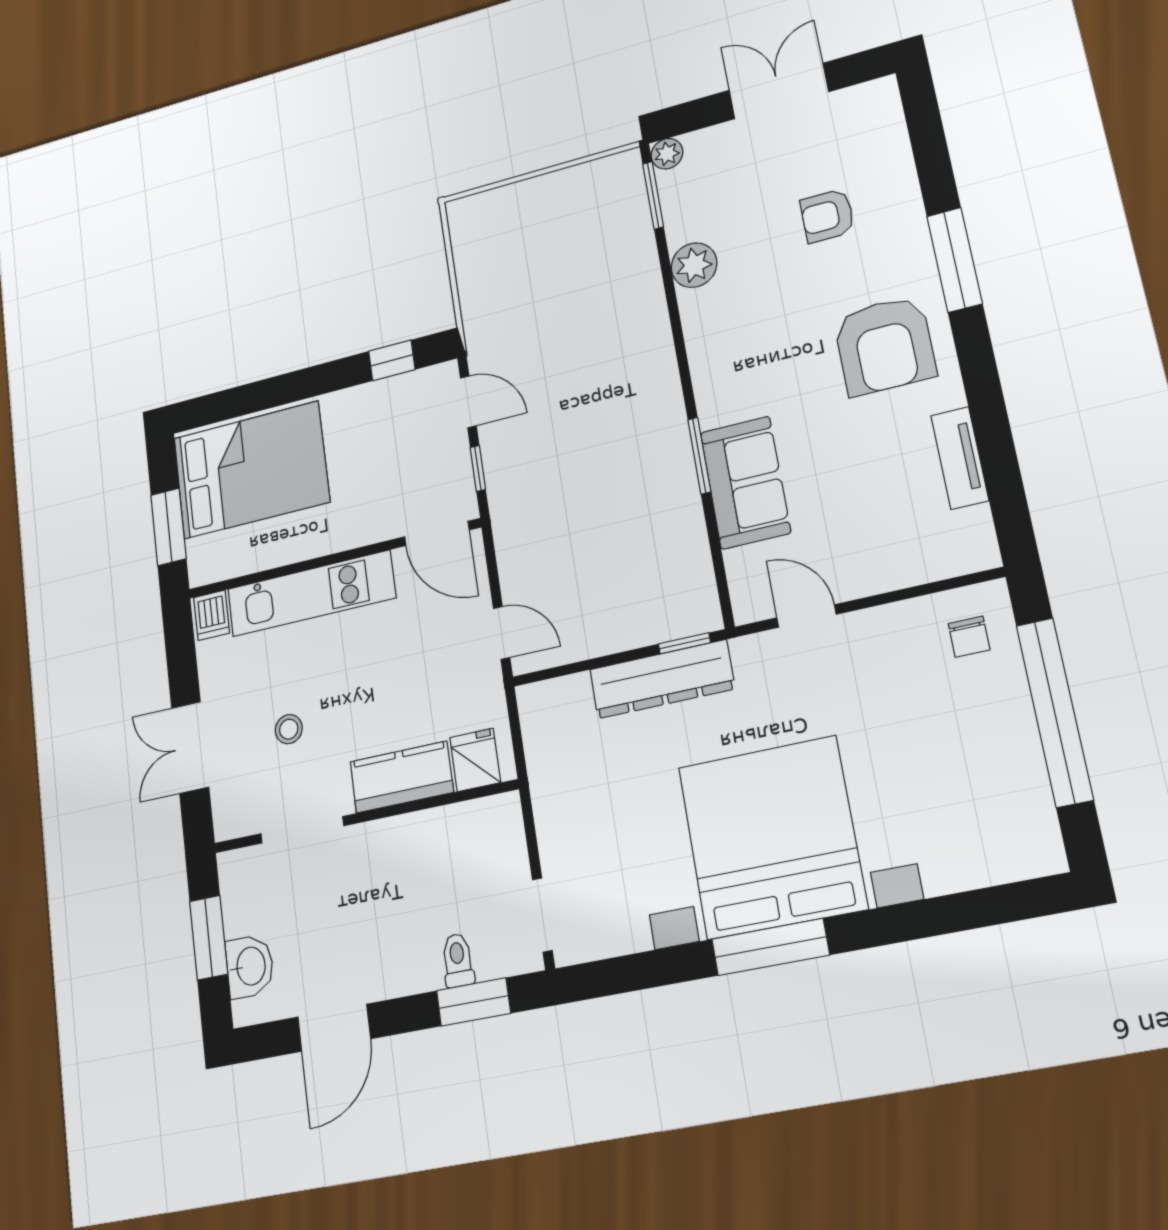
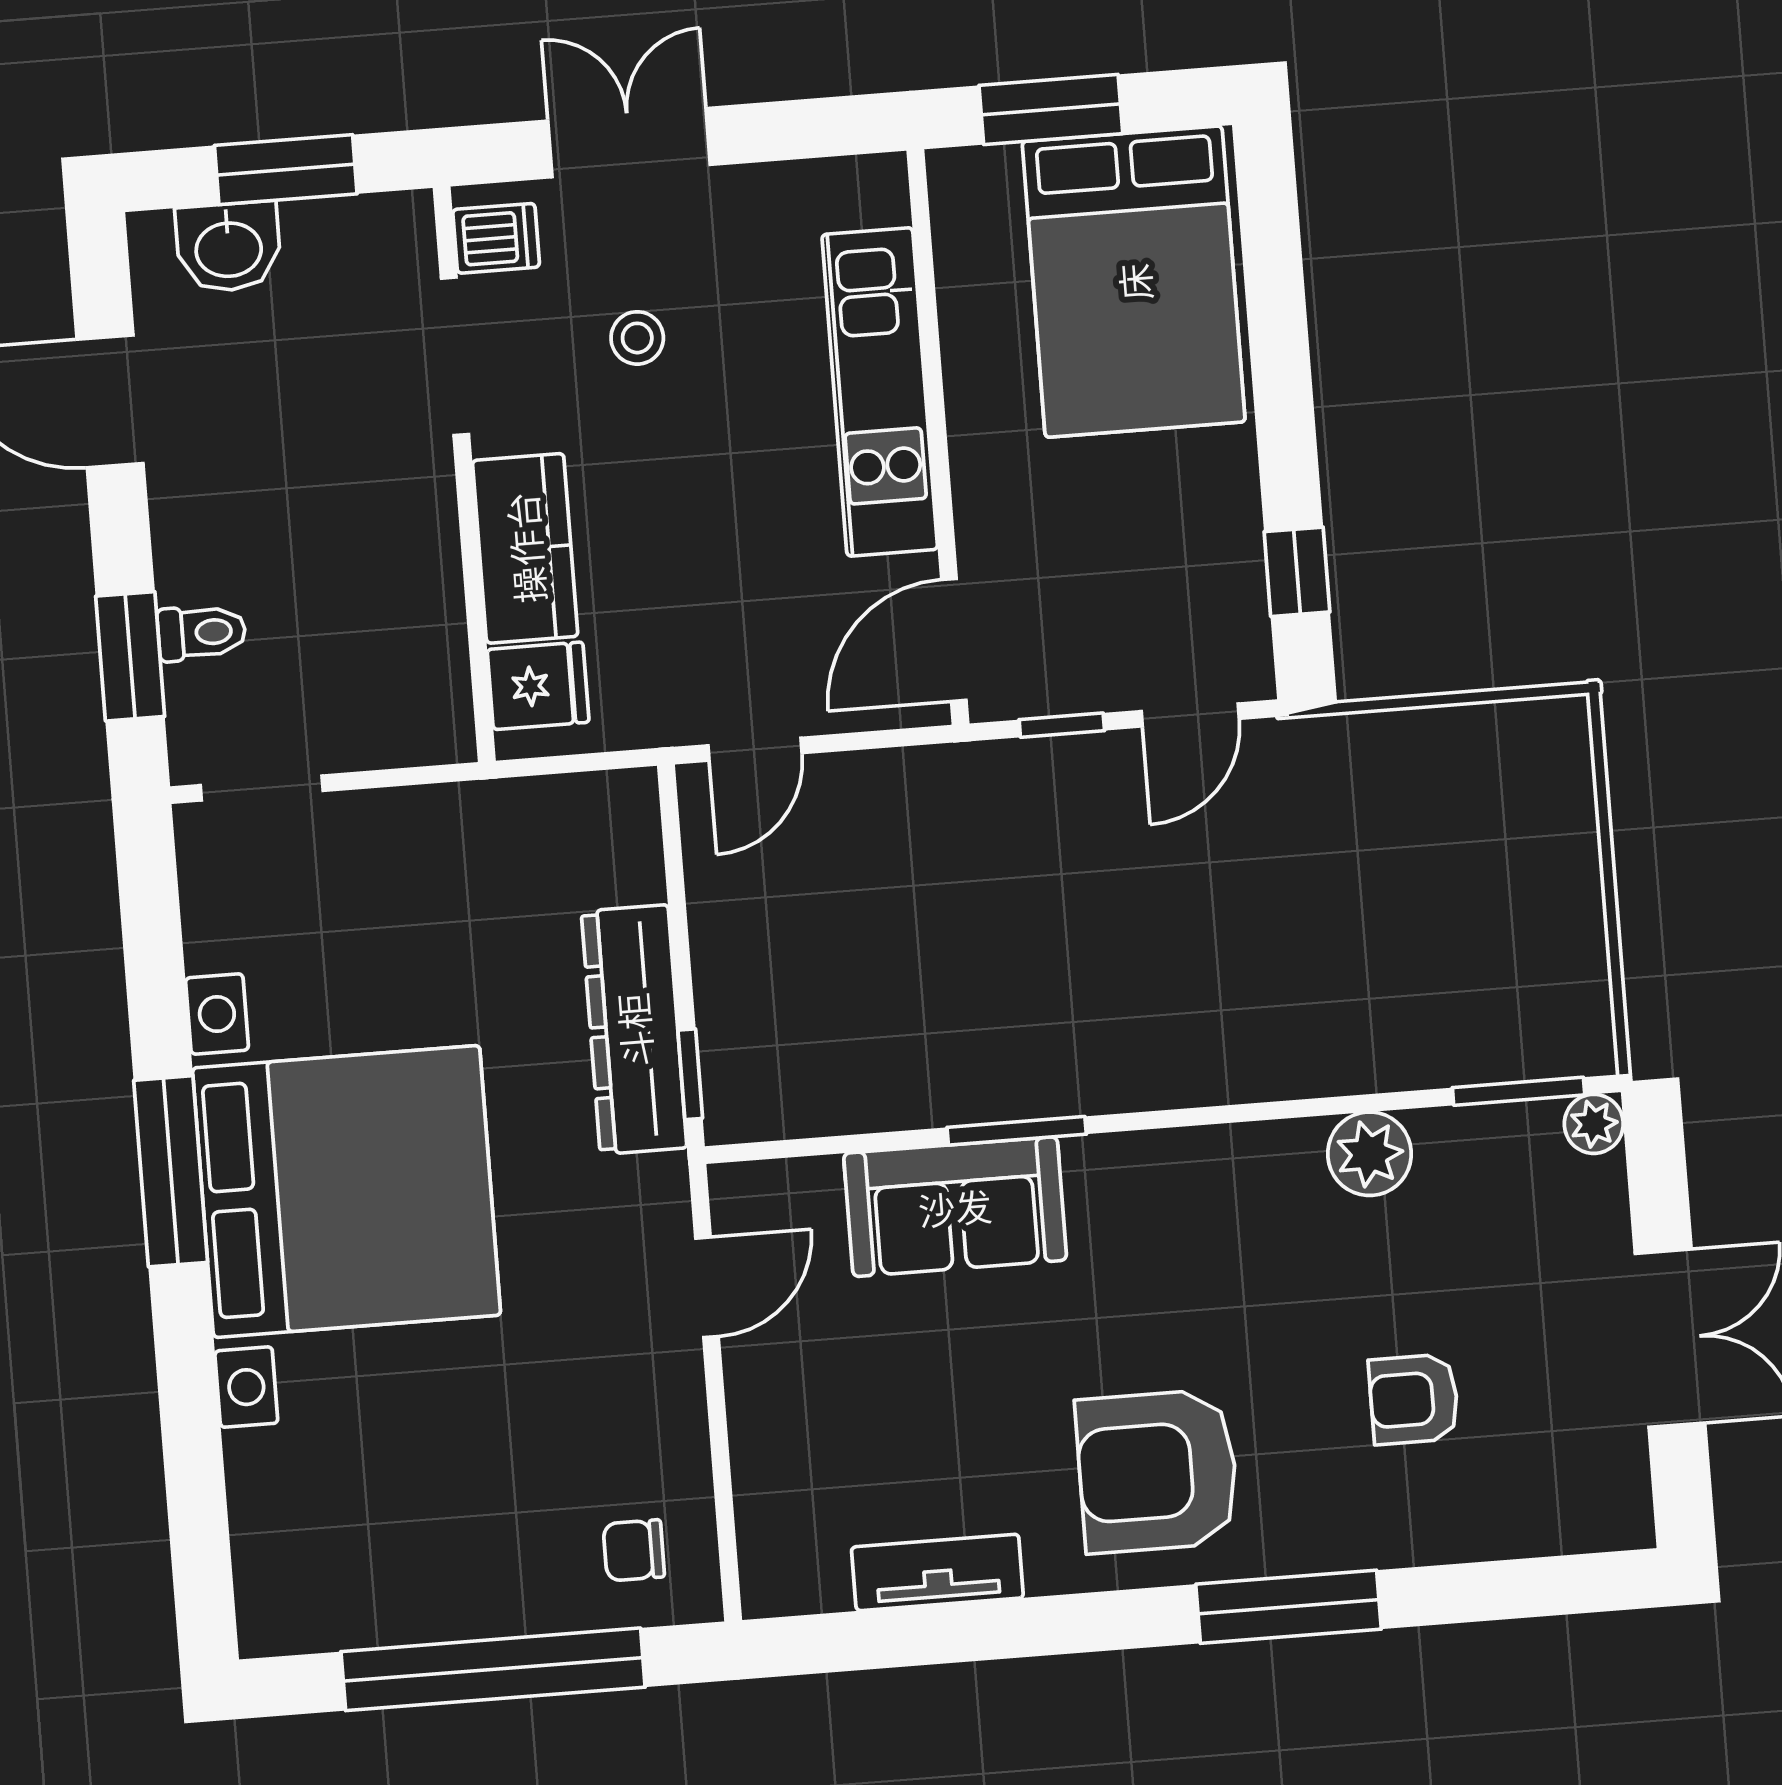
armchair: (827, 216) -> (1414, 1399), turned -90
dishwasher: (212, 615) -> (496, 238), moved, turned 180

